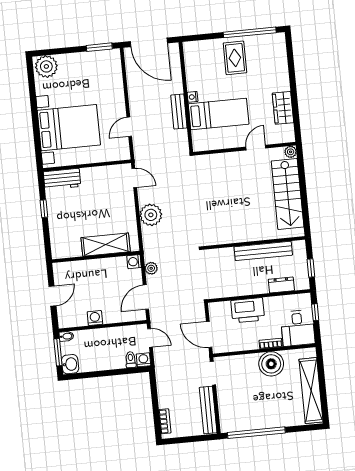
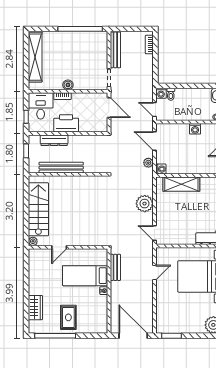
wardrobe: (283, 108) -> (35, 308), moved
bench: (179, 111) -> (115, 267), moved
dresser: (281, 285) -> (54, 140), width x1.44
door: (146, 297) -> (154, 141), swing flipped
printer: (248, 310) -> (66, 123), moved
boiler: (271, 364) -> (68, 85), width x0.54, depth x0.54

